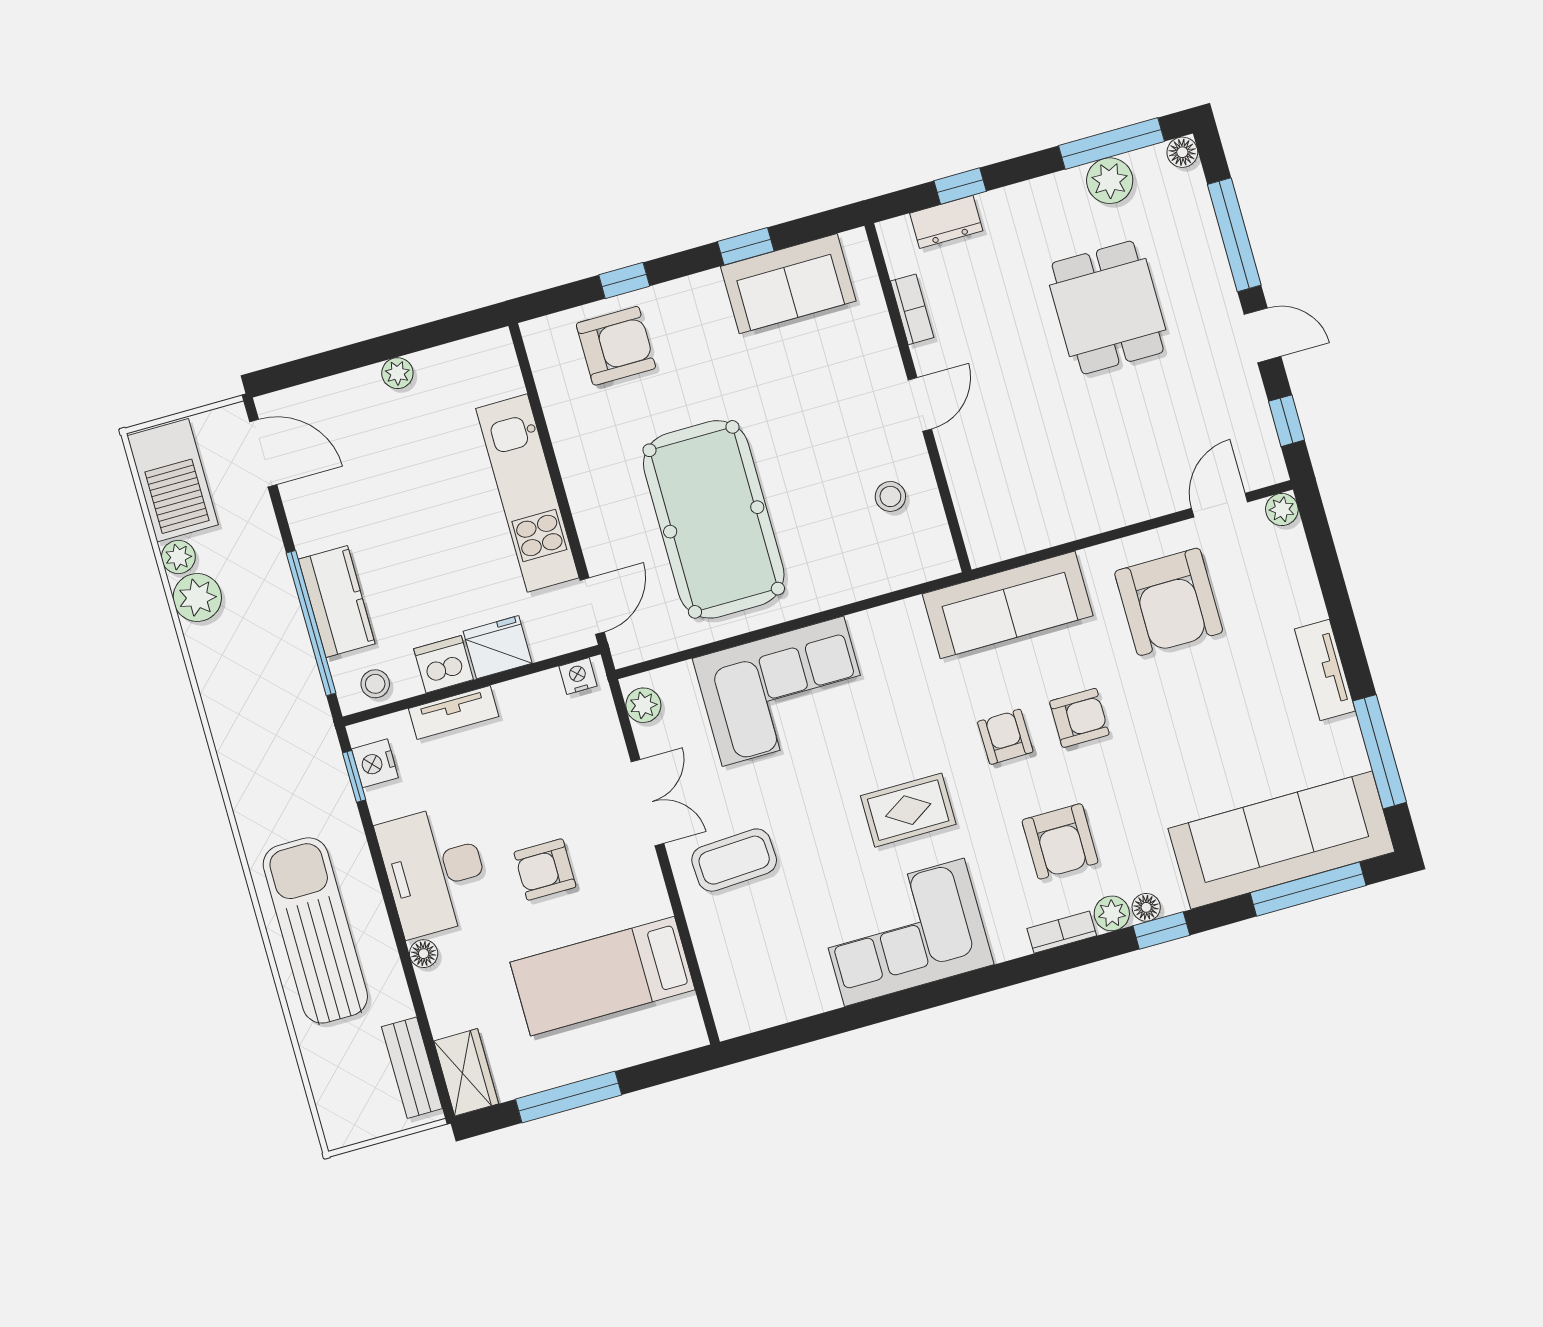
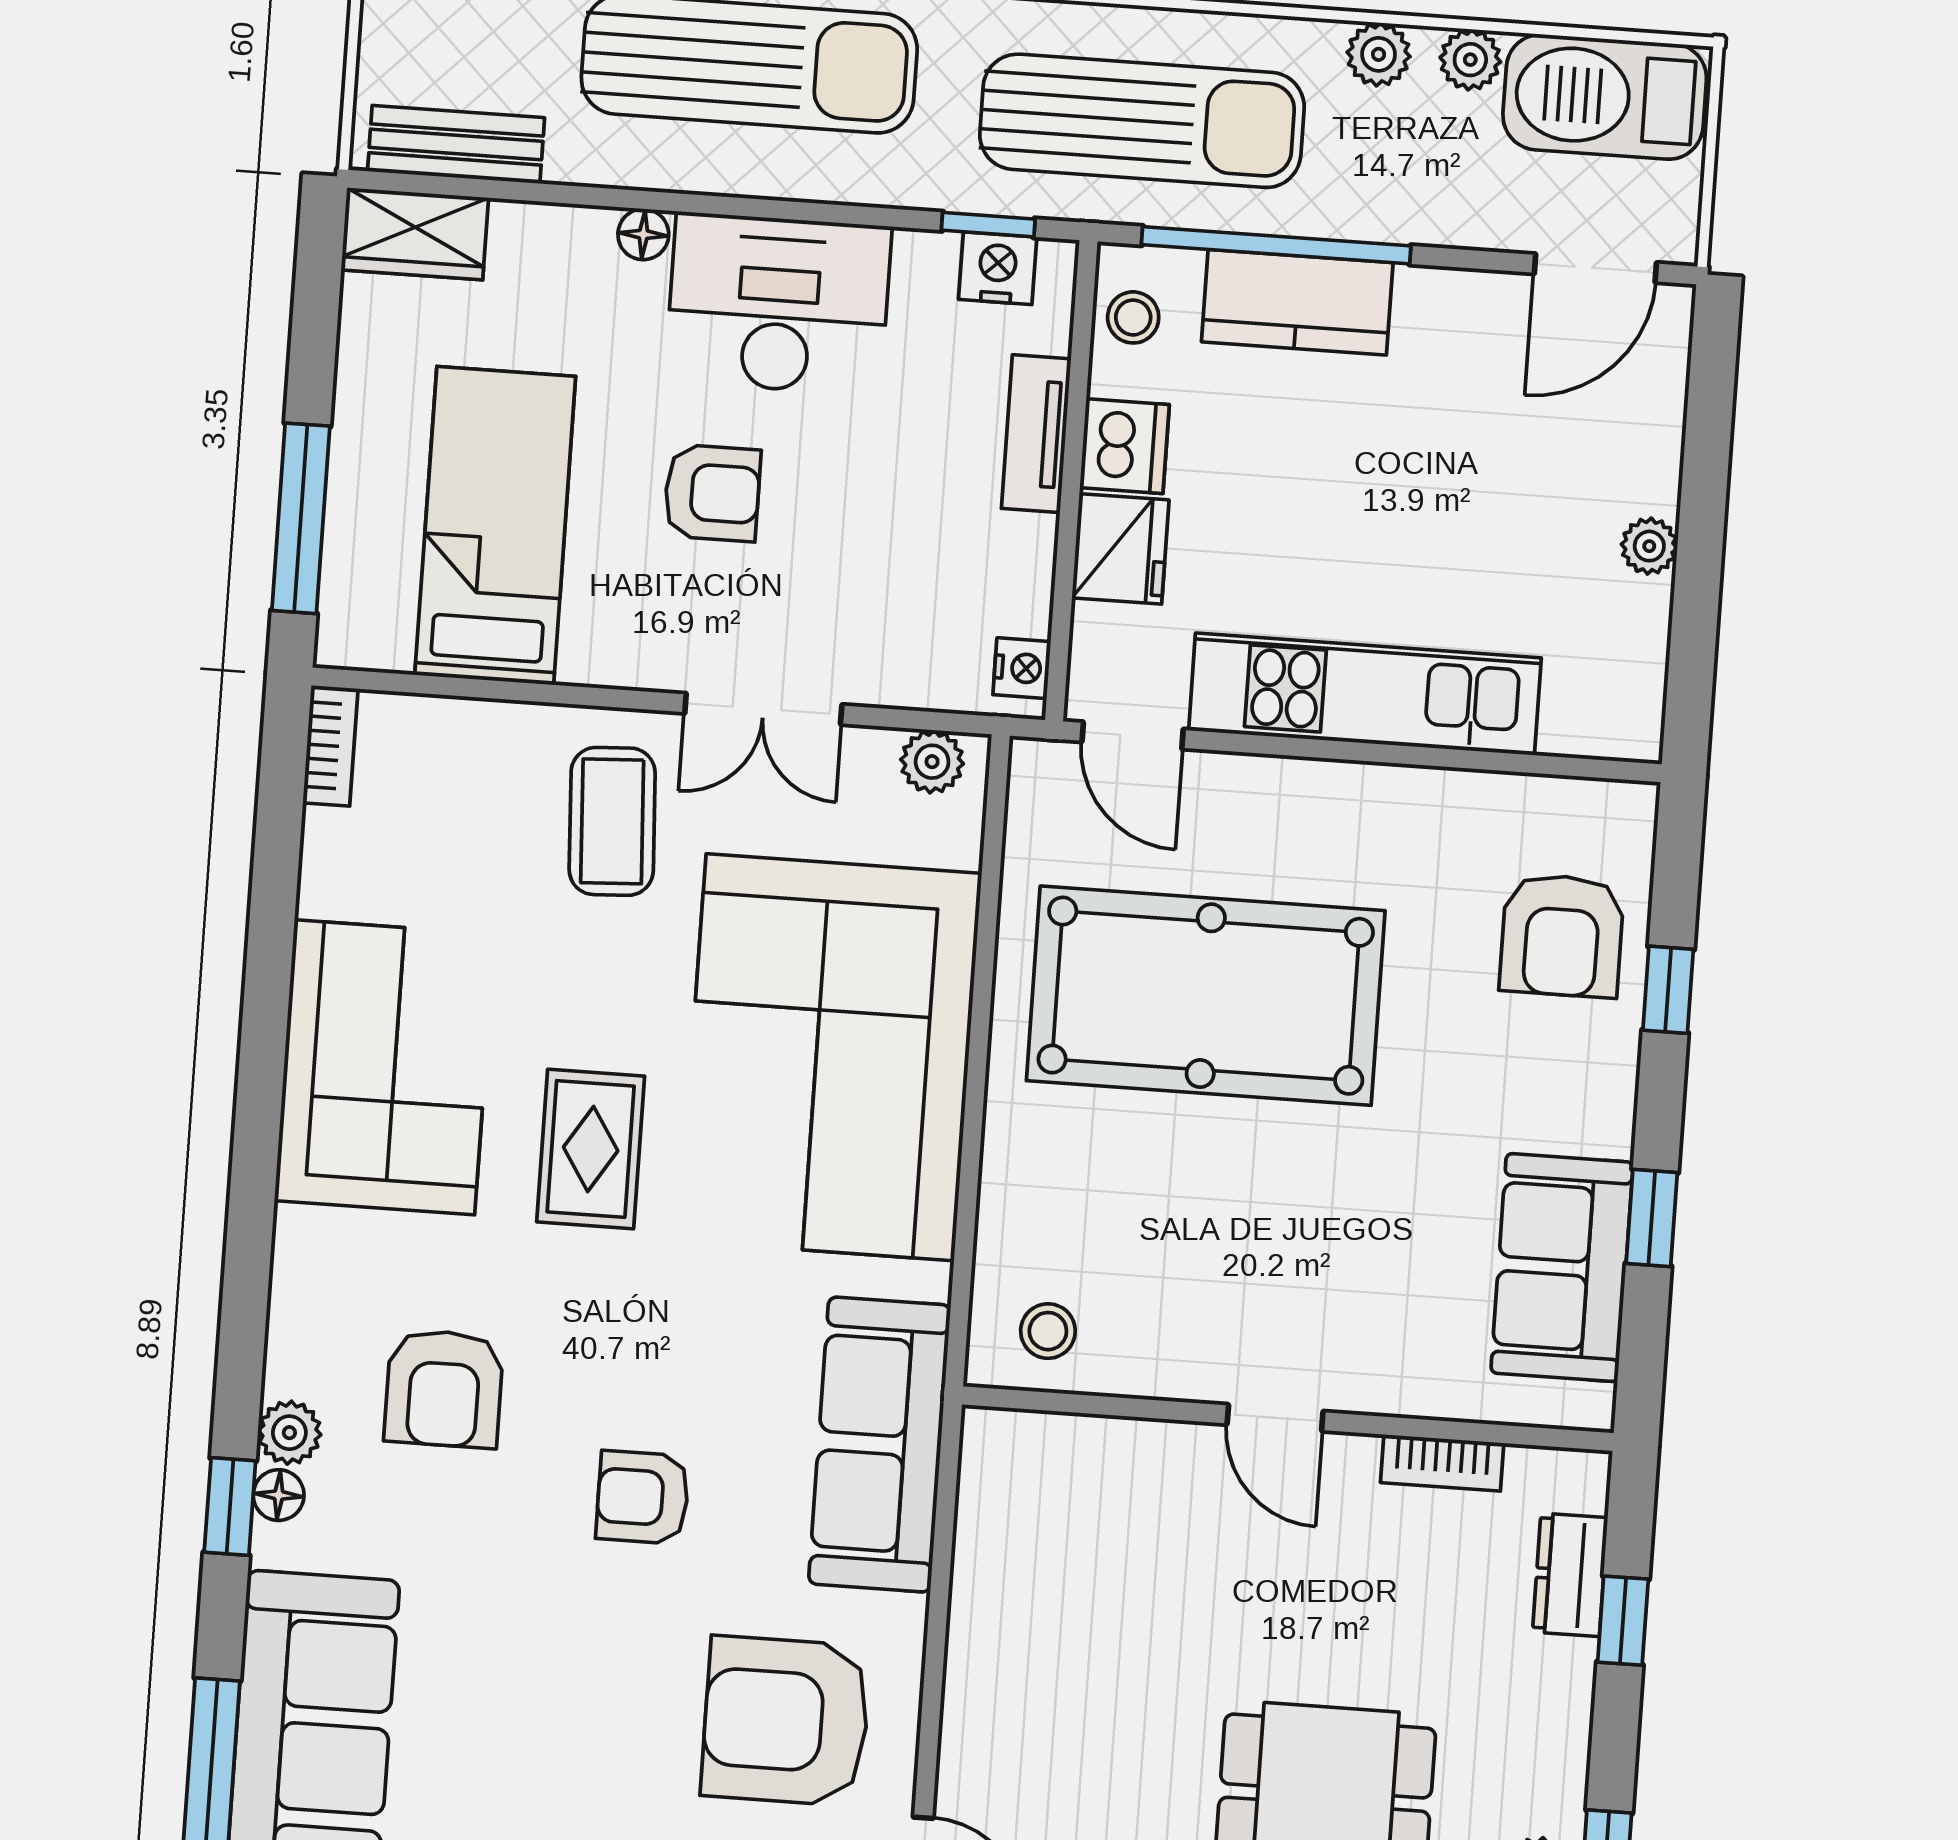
stool: (890, 496) -> (1048, 1331), moved
plant: (197, 598) -> (1379, 54), width x0.73, depth x0.73
corner sofa: (783, 691) -> (830, 1057), width x1.36, depth x1.36
sun lounger: (271, 716) -> (1142, 121), added
armchair: (1079, 718) -> (643, 1497), turned 90
armchair: (1005, 737) -> (656, 1359), removed
armchair: (1060, 841) -> (444, 1389), turned -90
armchair: (545, 870) -> (712, 493), turned 90
bookcase: (1062, 932) -> (330, 746), moved
window: (569, 1097) -> (301, 518), moved

